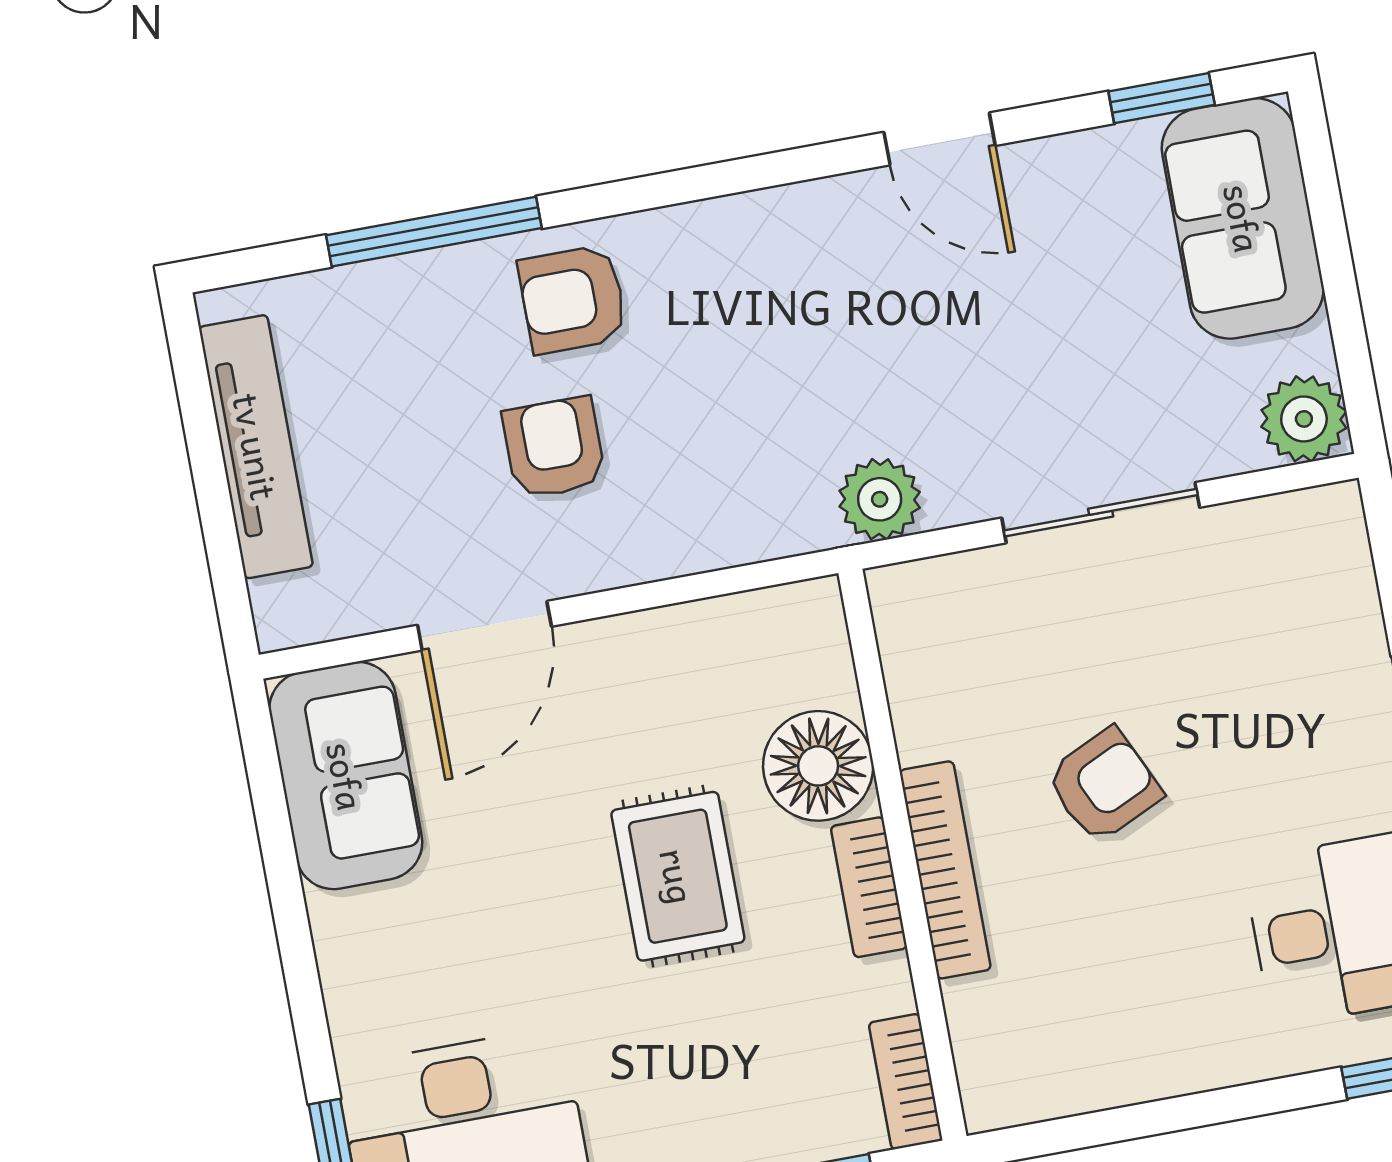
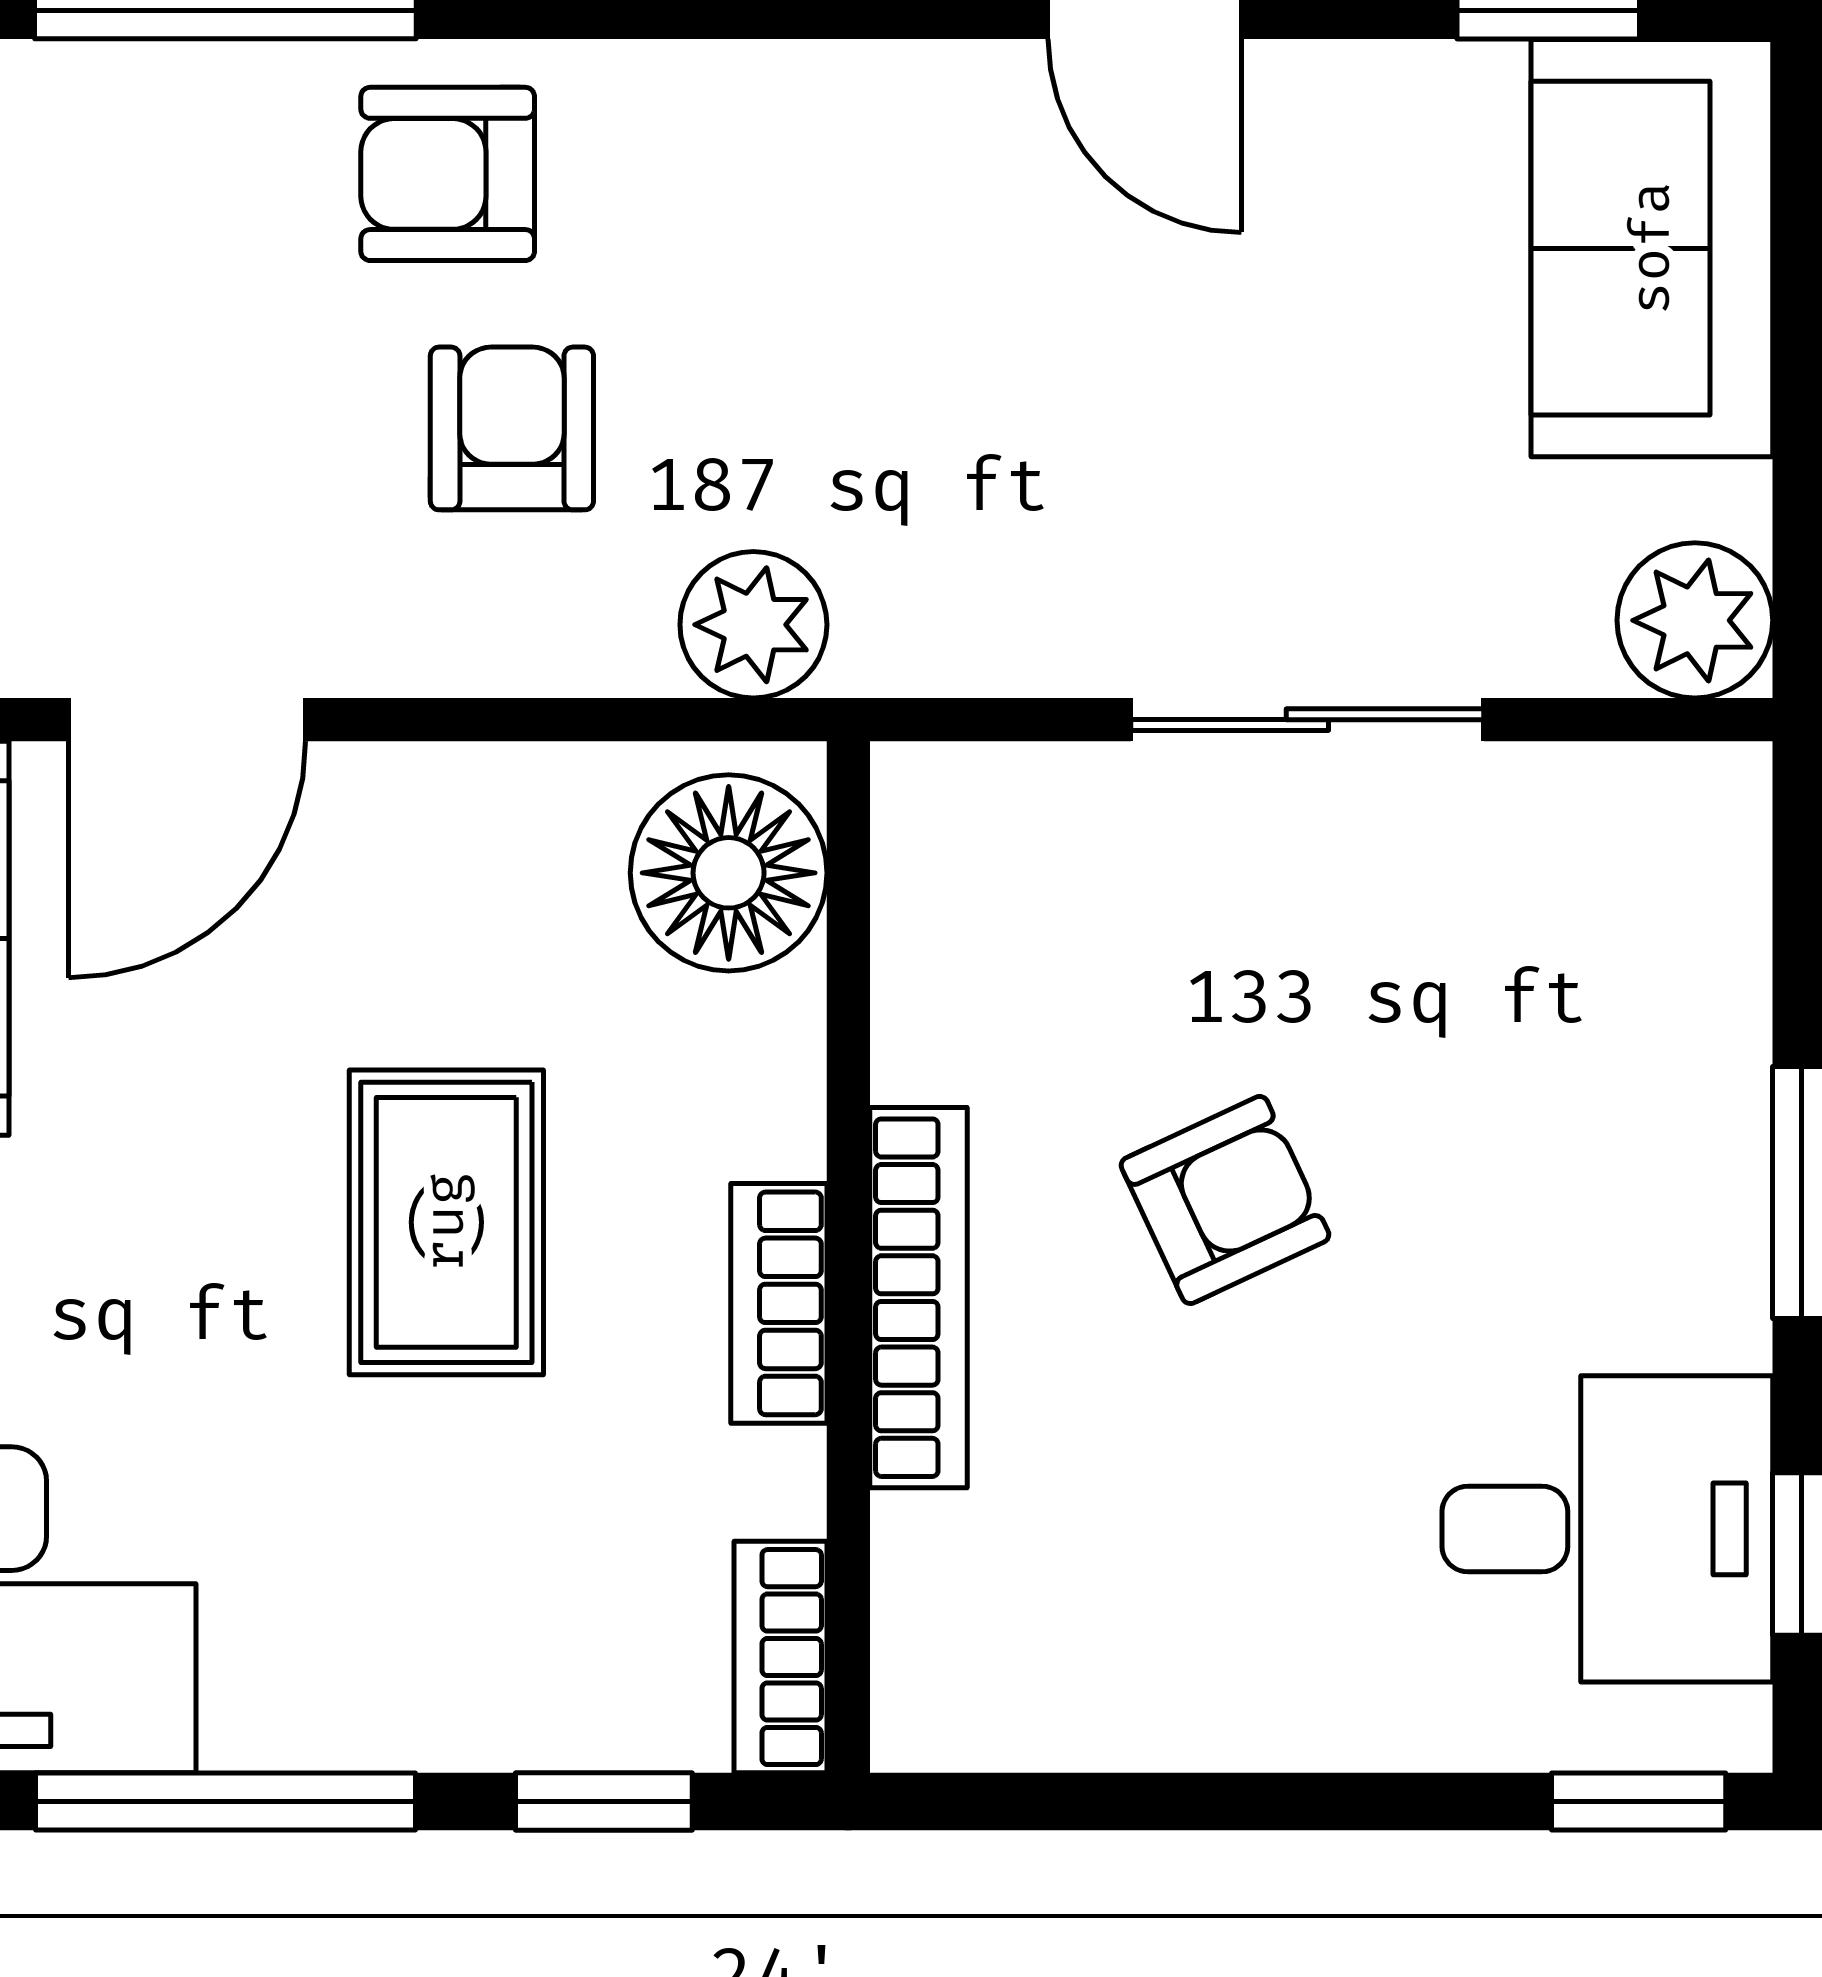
armchair: (554, 448) -> (512, 428), moved
plant: (880, 499) -> (753, 625), moved
floor lamp: (818, 766) -> (729, 873), moved

